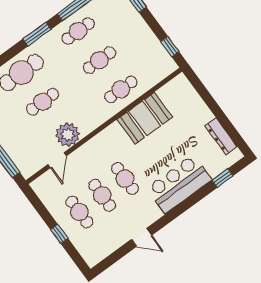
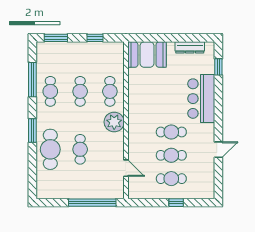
window: (37, 34) -> (32, 130), moved
window: (170, 47) -> (95, 38), moved
booth: (145, 118) -> (147, 55), moved, turned 90
plant: (68, 135) -> (114, 122), moved

